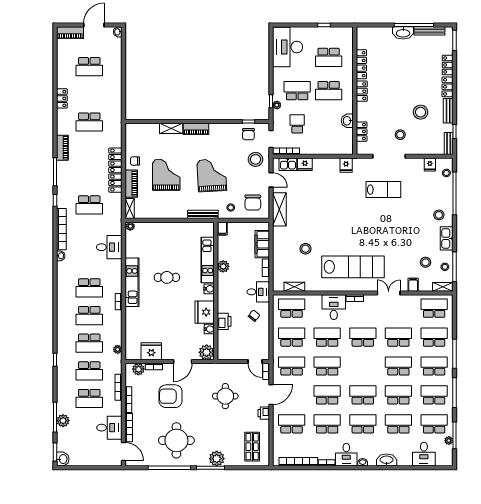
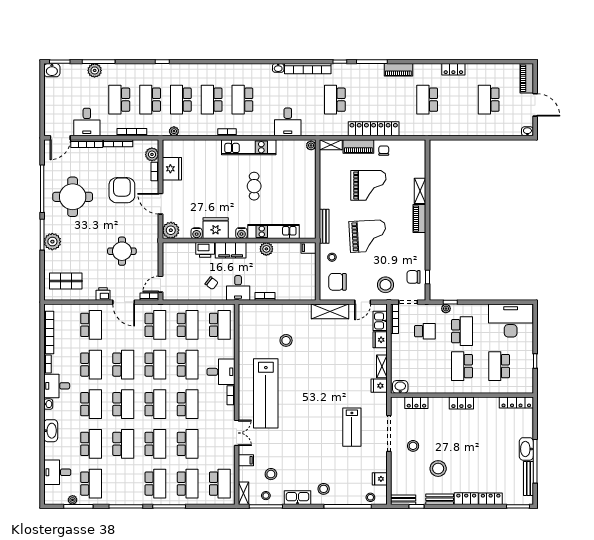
locker: (361, 64) -> (516, 403), moved
washbasin: (347, 121) -> (400, 387), moved
filing cabinet: (262, 244) -> (231, 250), moved, turned 180
shelving: (294, 287) -> (382, 366), moved
school desk: (434, 395) -> (155, 404), moved

